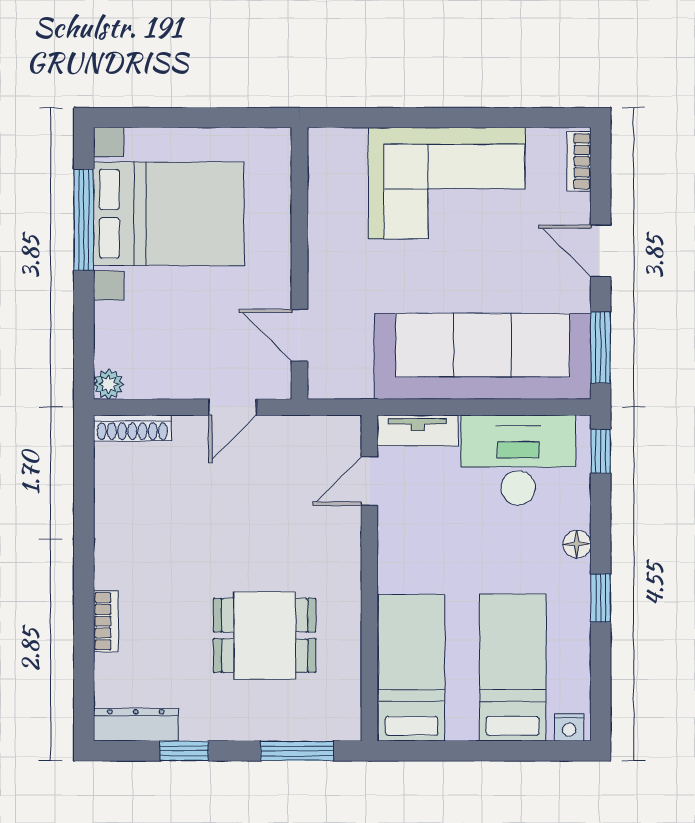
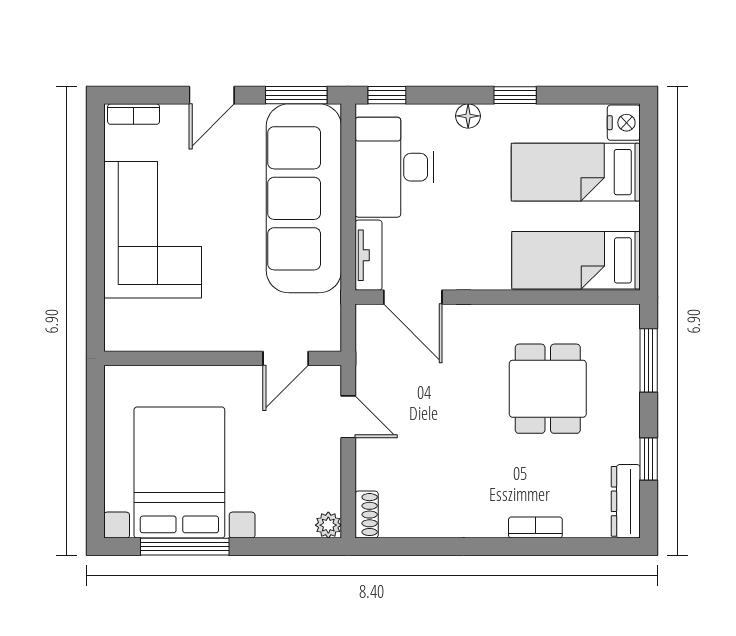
shoe rack: (132, 428) -> (367, 515), width x0.70
door: (369, 481) -> (413, 297), width x1.38
nightstand: (569, 727) -> (624, 123), width x1.39, depth x1.35

